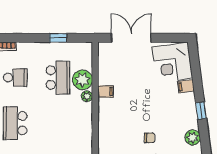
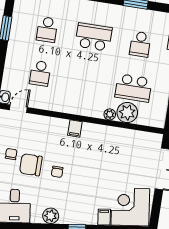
filing cabinet: (106, 91) -> (75, 128), moved

